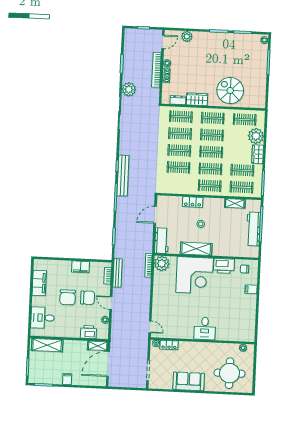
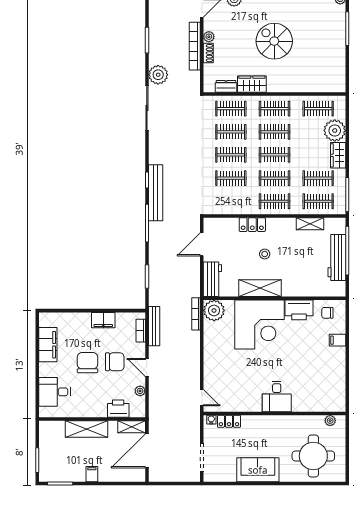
spiral stairs: (230, 91) -> (274, 41), moved
chair: (68, 297) -> (87, 363), turned 180
shelving: (47, 345) -> (87, 429), moved

